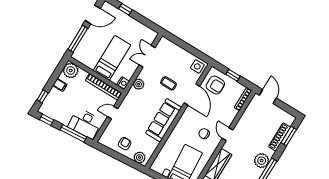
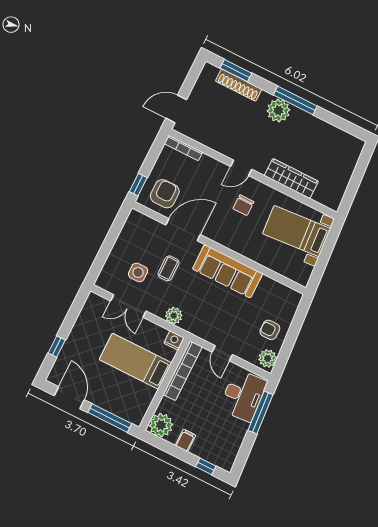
side table: (197, 66) -> (138, 272), moved
window: (233, 75) -> (138, 185), moved
window: (47, 120) -> (242, 457), removed
plant: (140, 157) -> (268, 358), moved

